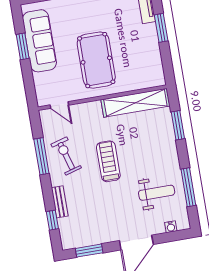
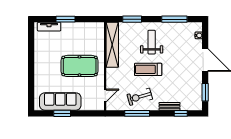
weight bench: (157, 193) -> (152, 42), moved

